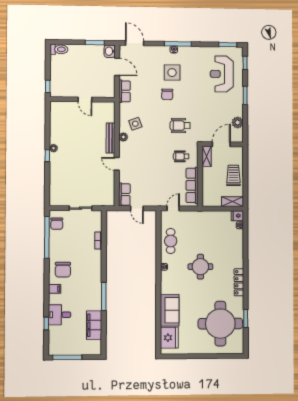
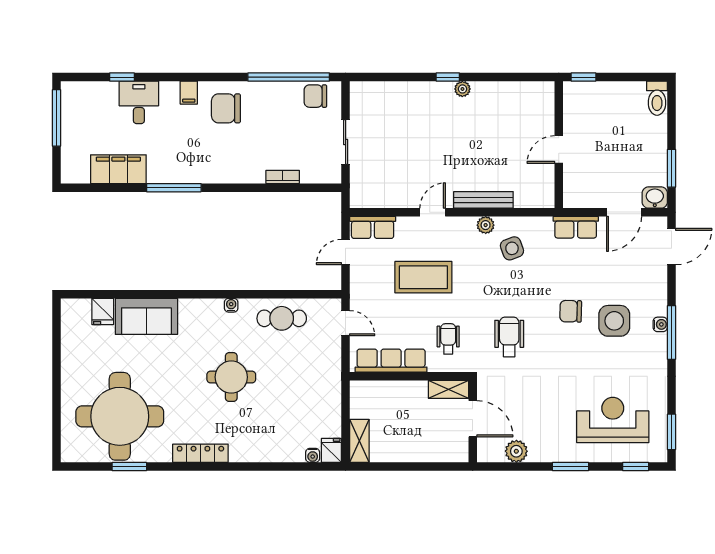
coffee table: (150, 169) -> (423, 277), added
trolley: (234, 175) -> (411, 443), removed
fridge: (169, 338) -> (103, 311), width x0.53, depth x0.75

